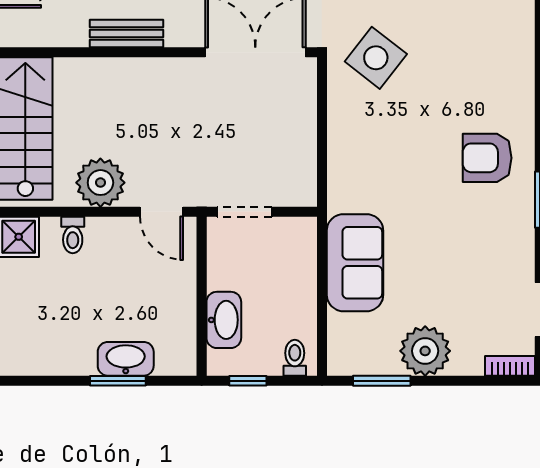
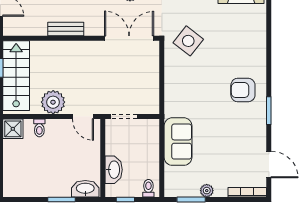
plant: (425, 351) -> (207, 191), width x0.53, depth x0.53
washbasin: (126, 359) -> (85, 189), moved
bookcase: (510, 366) -> (247, 192), width x1.56

